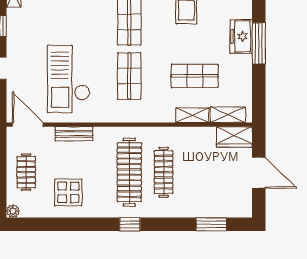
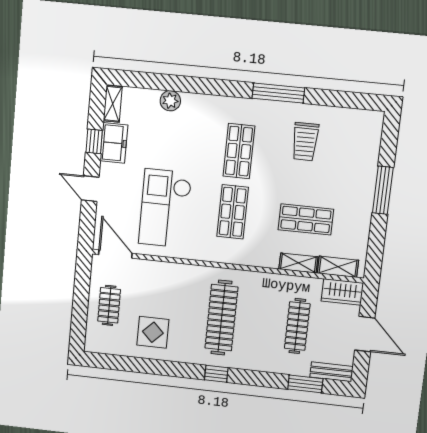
freezer: (241, 36) -> (114, 143), moved, turned 180
bench: (74, 134) -> (331, 372), moved
clothes rail: (164, 172) -> (297, 326), moved
plant: (13, 211) -> (91, 345), removed

